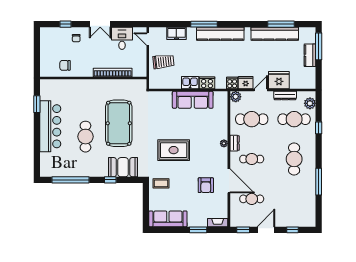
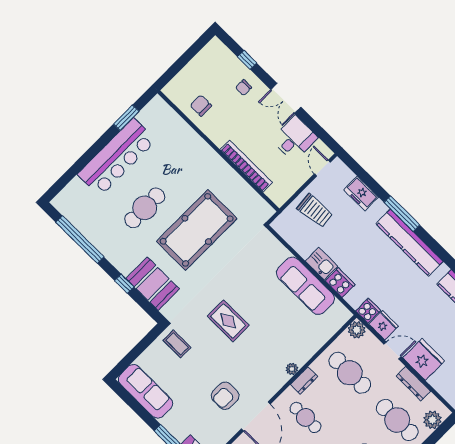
rug: (174, 150) -> (228, 321), width x0.73, depth x0.70

